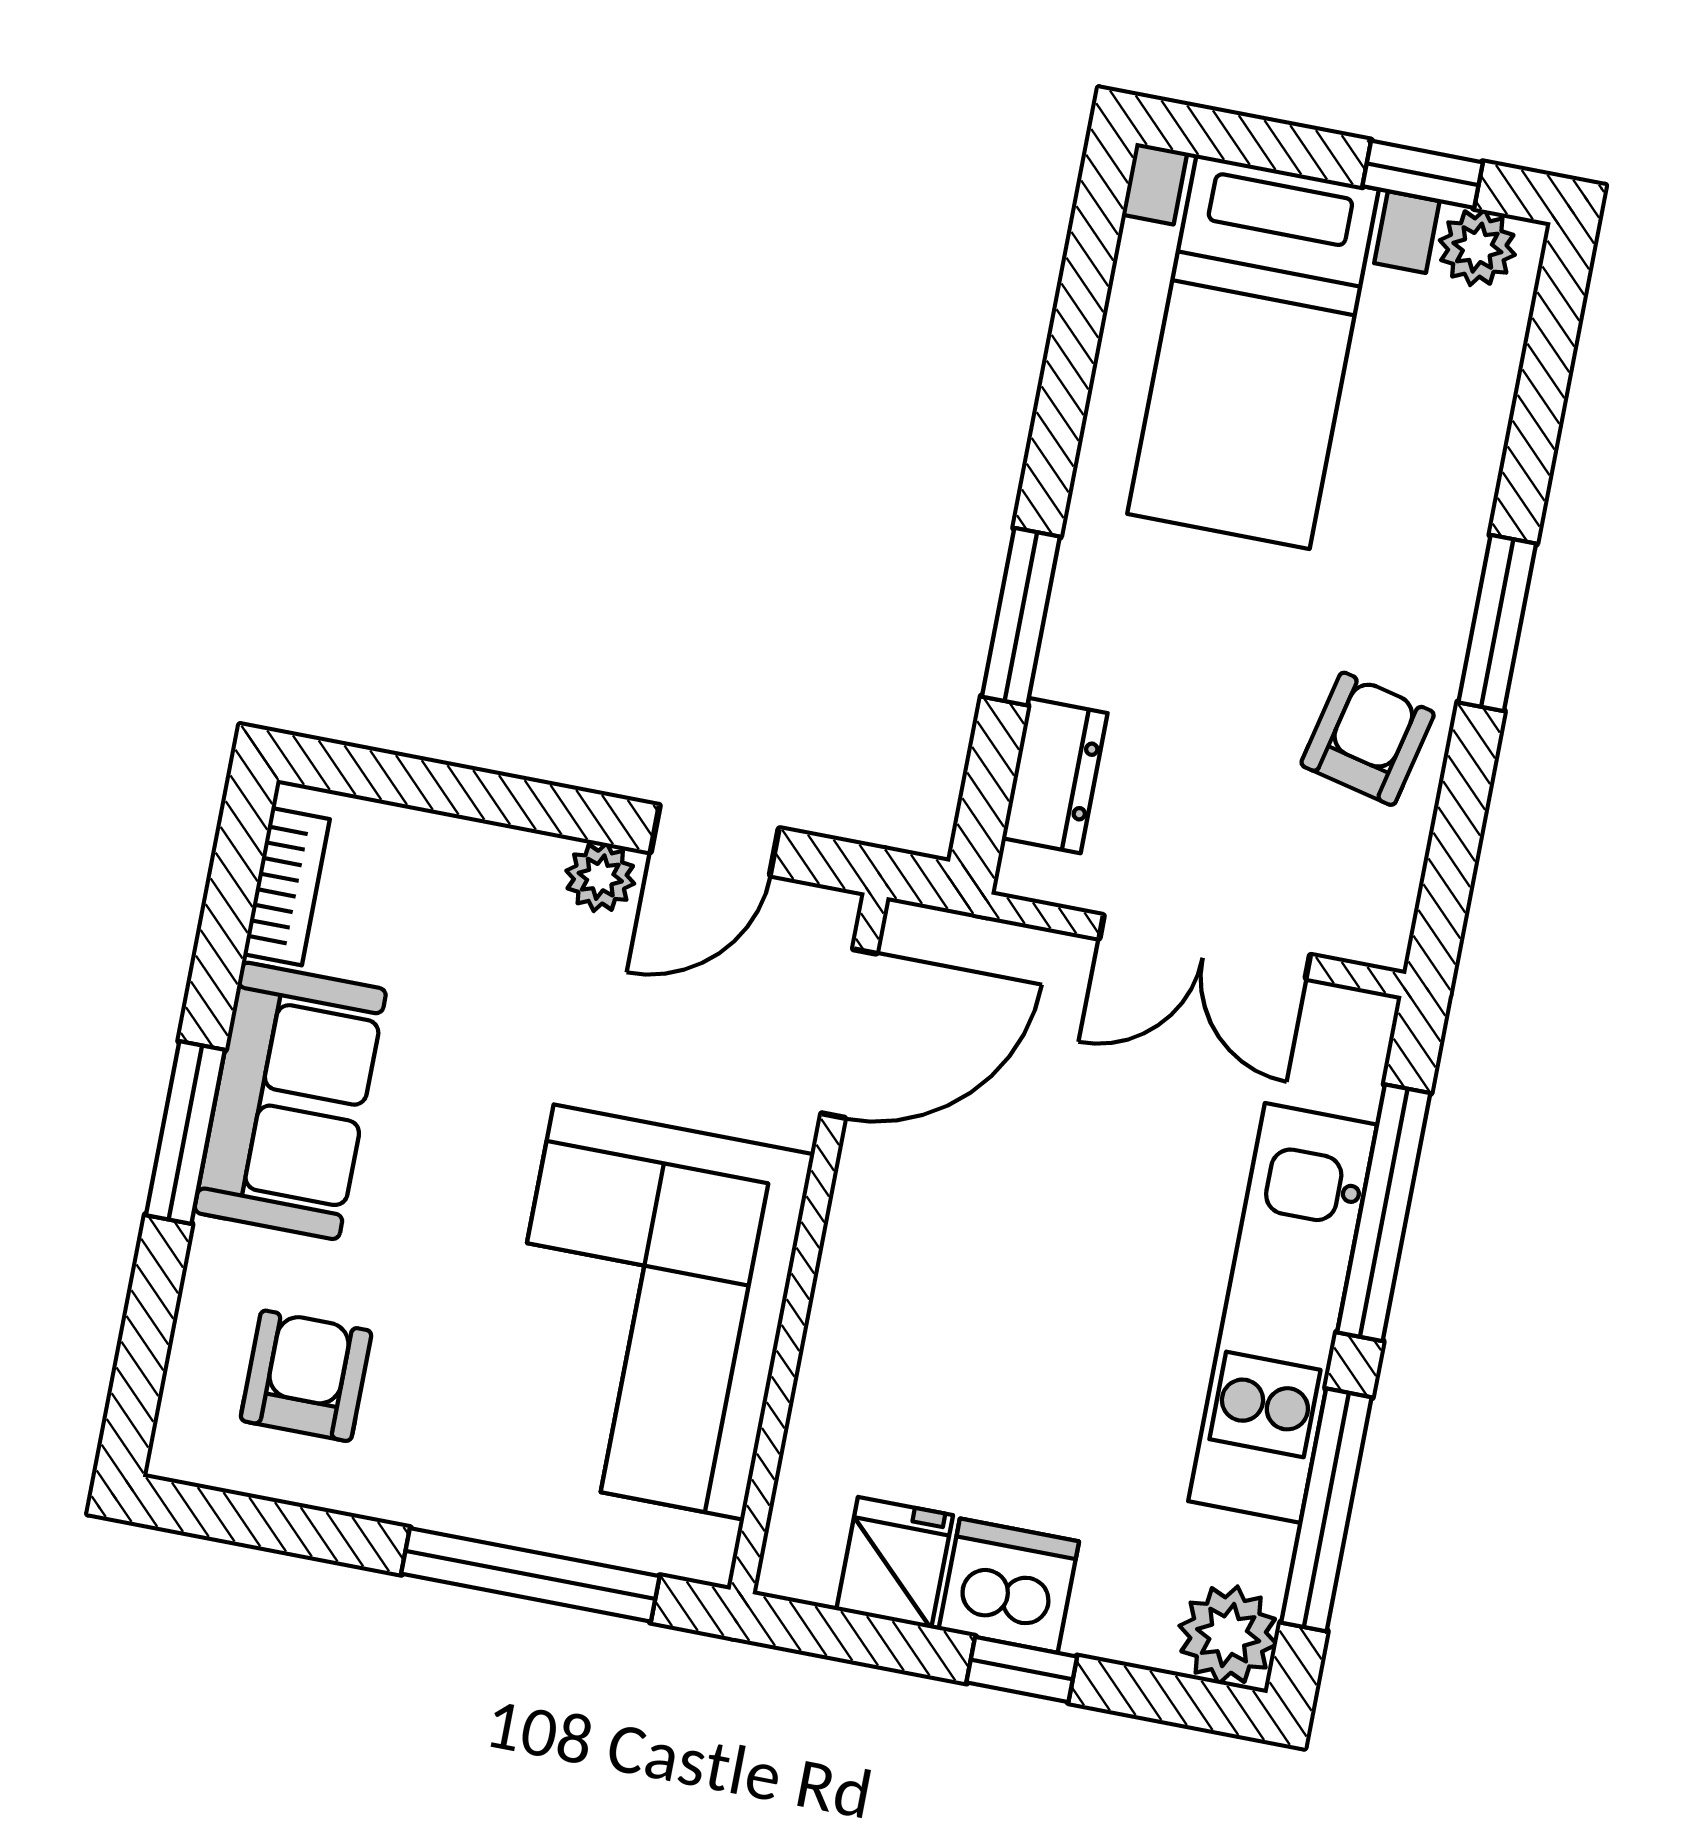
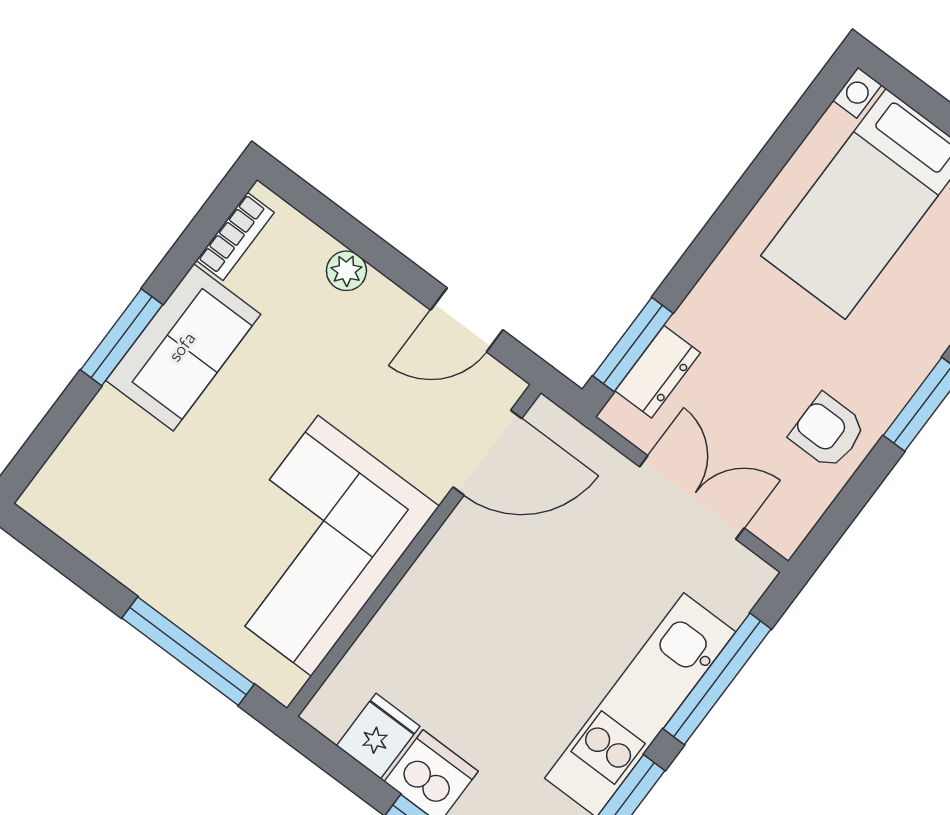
window: (1021, 617) -> (633, 344), moved
armchair: (1368, 739) -> (828, 431), turned -103
plant: (600, 877) -> (346, 271), moved
double door: (1205, 947) -> (692, 497), swing flipped
armchair: (306, 1376) -> (123, 493), removed

